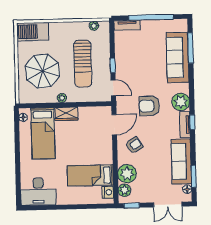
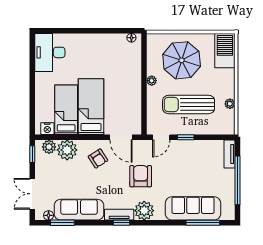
plant: (94, 26) -> (230, 104), moved
wardrobe: (66, 114) -> (134, 85), removed
bed: (43, 133) -> (91, 107), moved, turned 90

